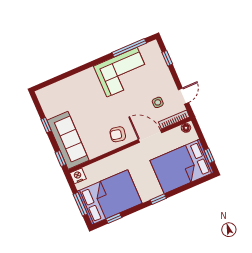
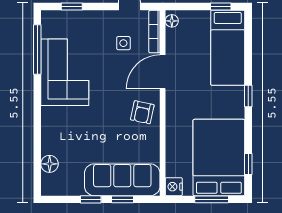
floor lamp: (58, 88) -> (50, 164), added
window: (61, 159) -> (122, 199), moved
bed: (182, 167) -> (228, 48), width x0.67

